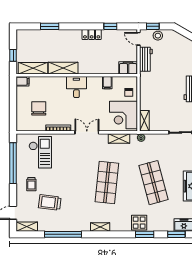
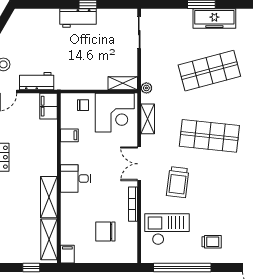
trolley: (50, 202) -> (178, 182), moved

